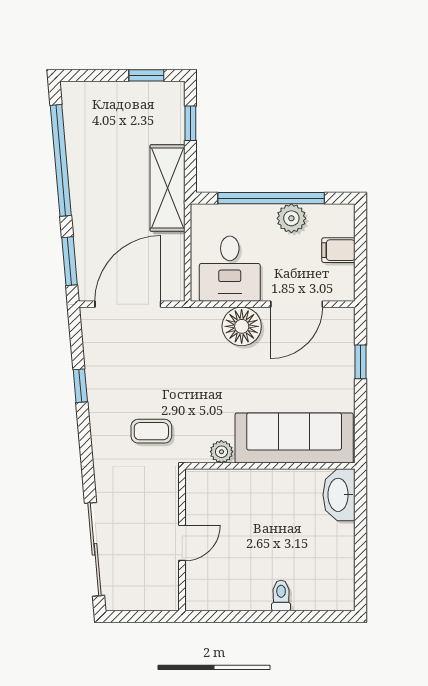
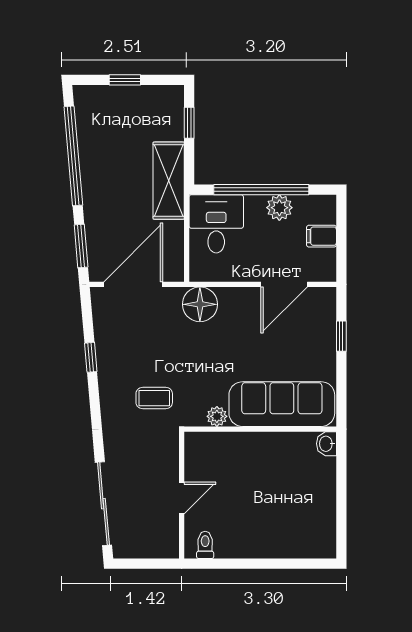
window: (146, 75) -> (125, 80), moved
desk: (230, 269) -> (216, 224), moved, turned 180
floor lamp: (242, 326) -> (200, 304), moved
washbasin: (339, 495) -> (326, 444), width x0.52, depth x0.69
toilet: (281, 596) -> (205, 545), moved

